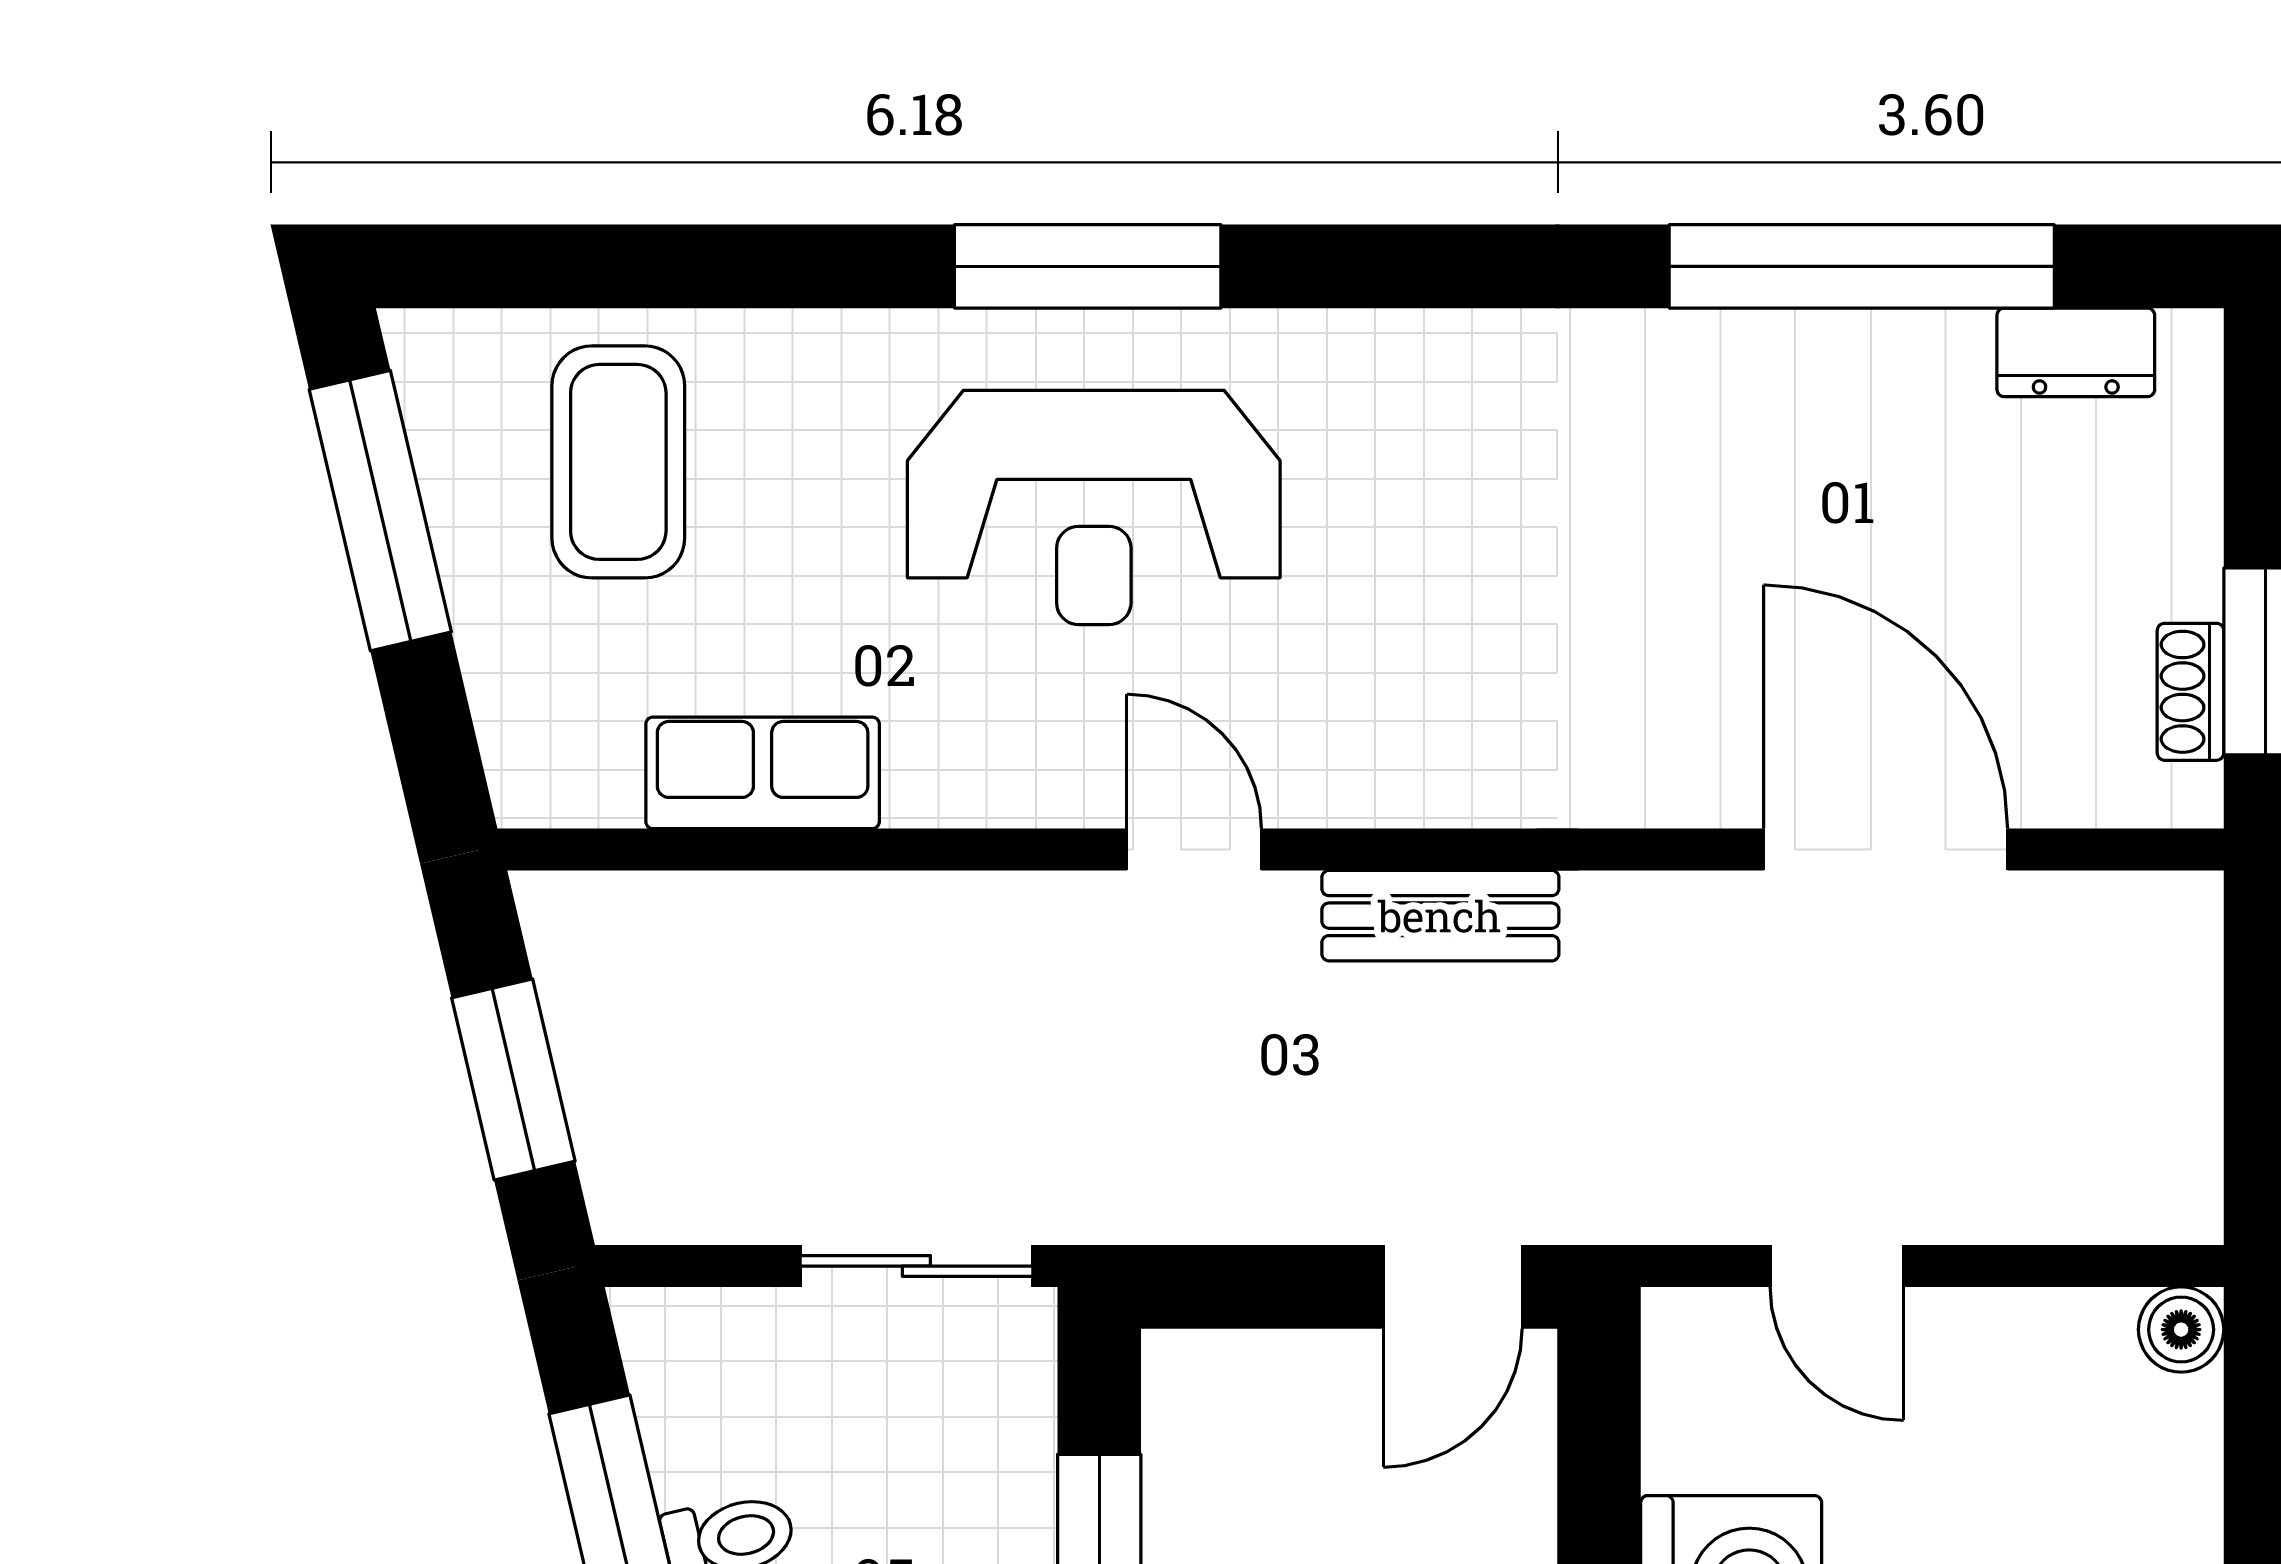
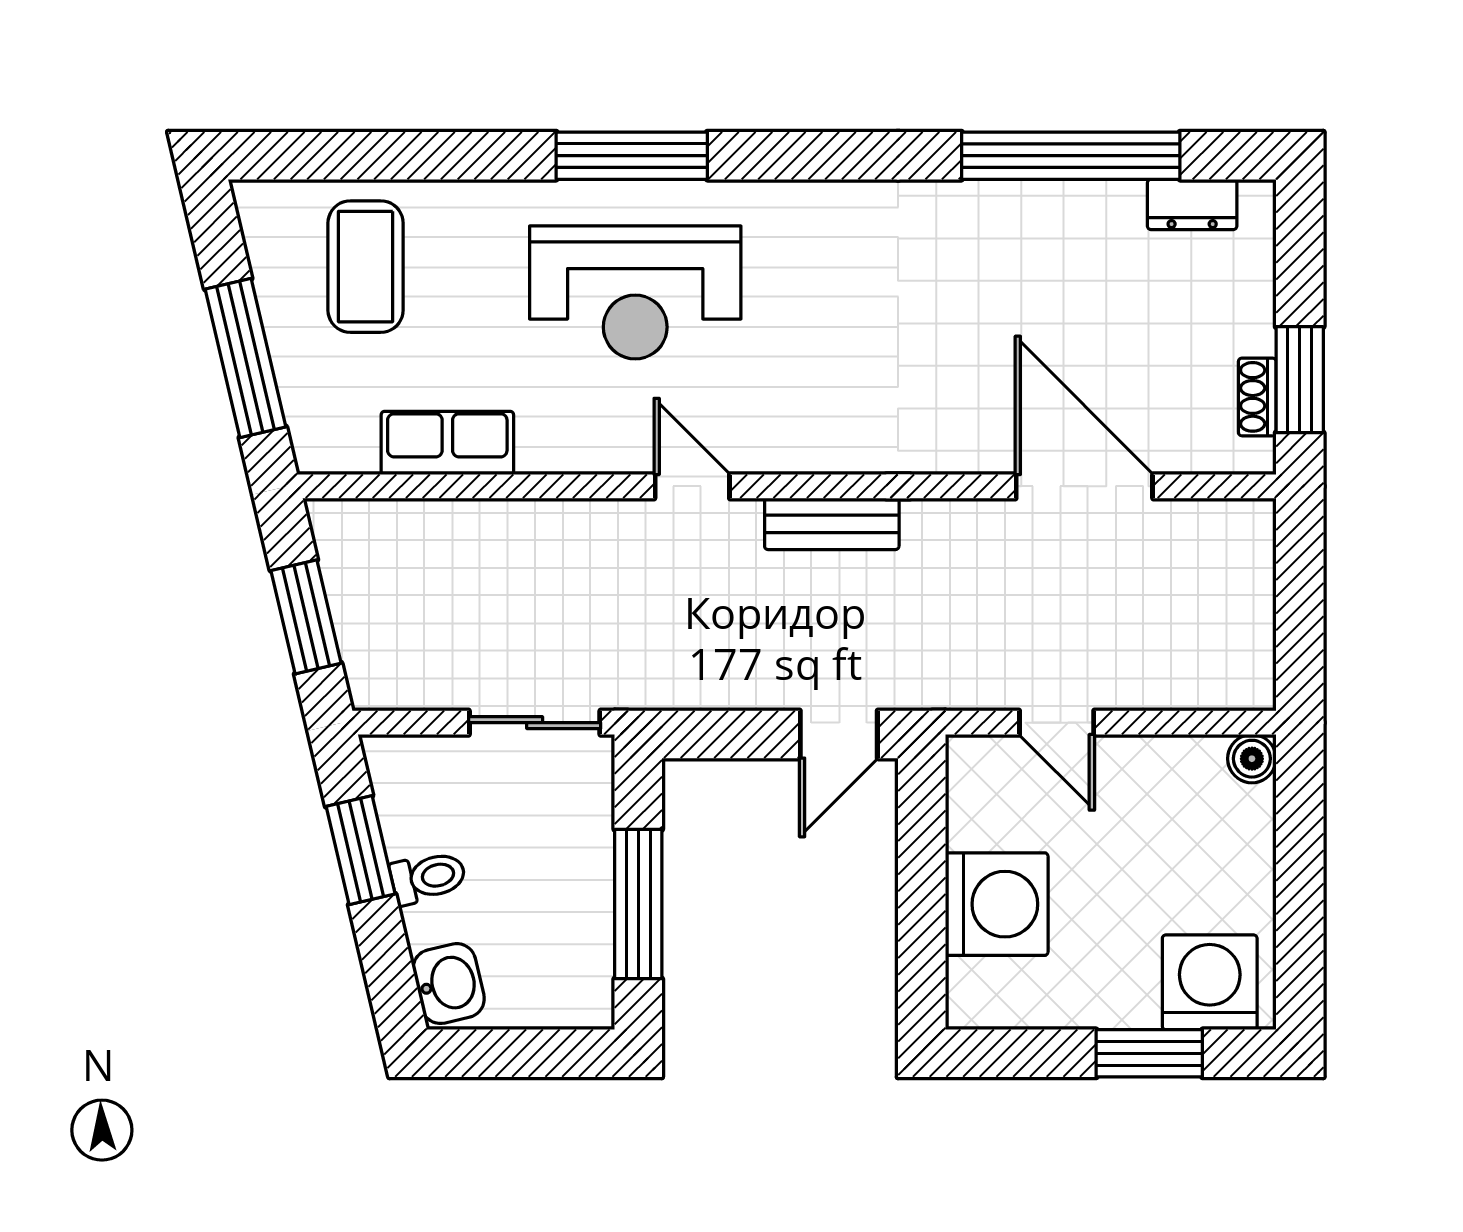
window: (380, 511) -> (245, 358), moved

